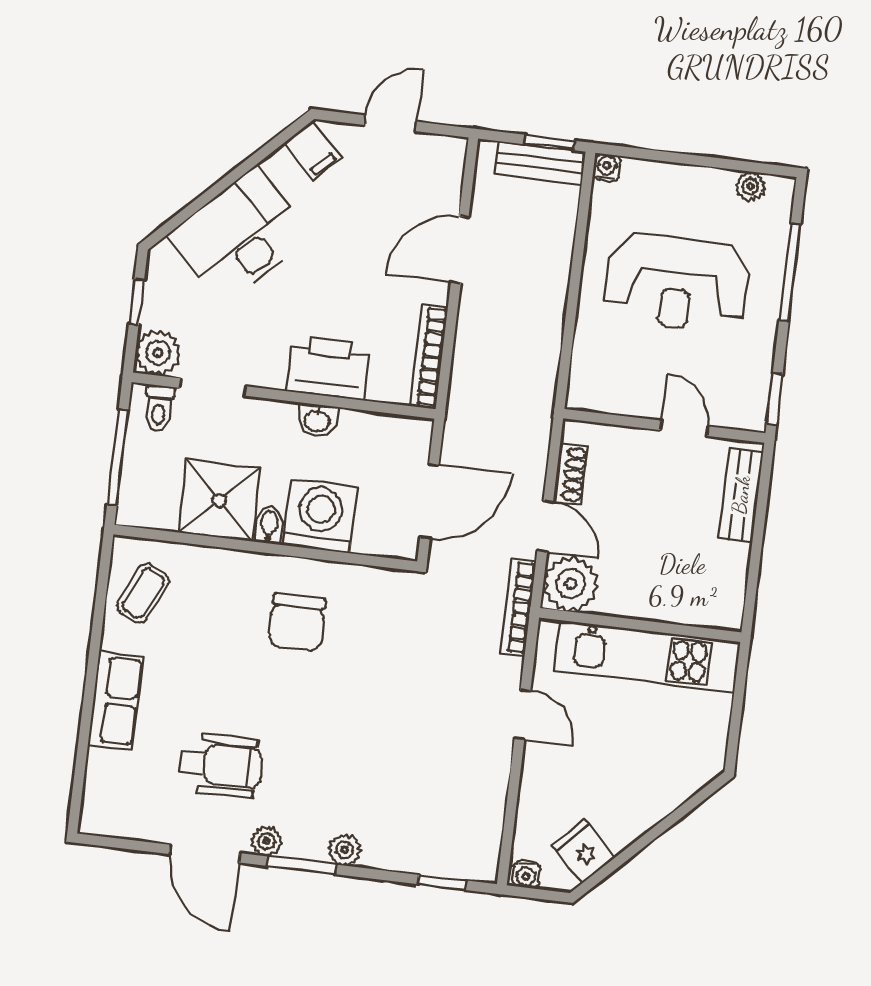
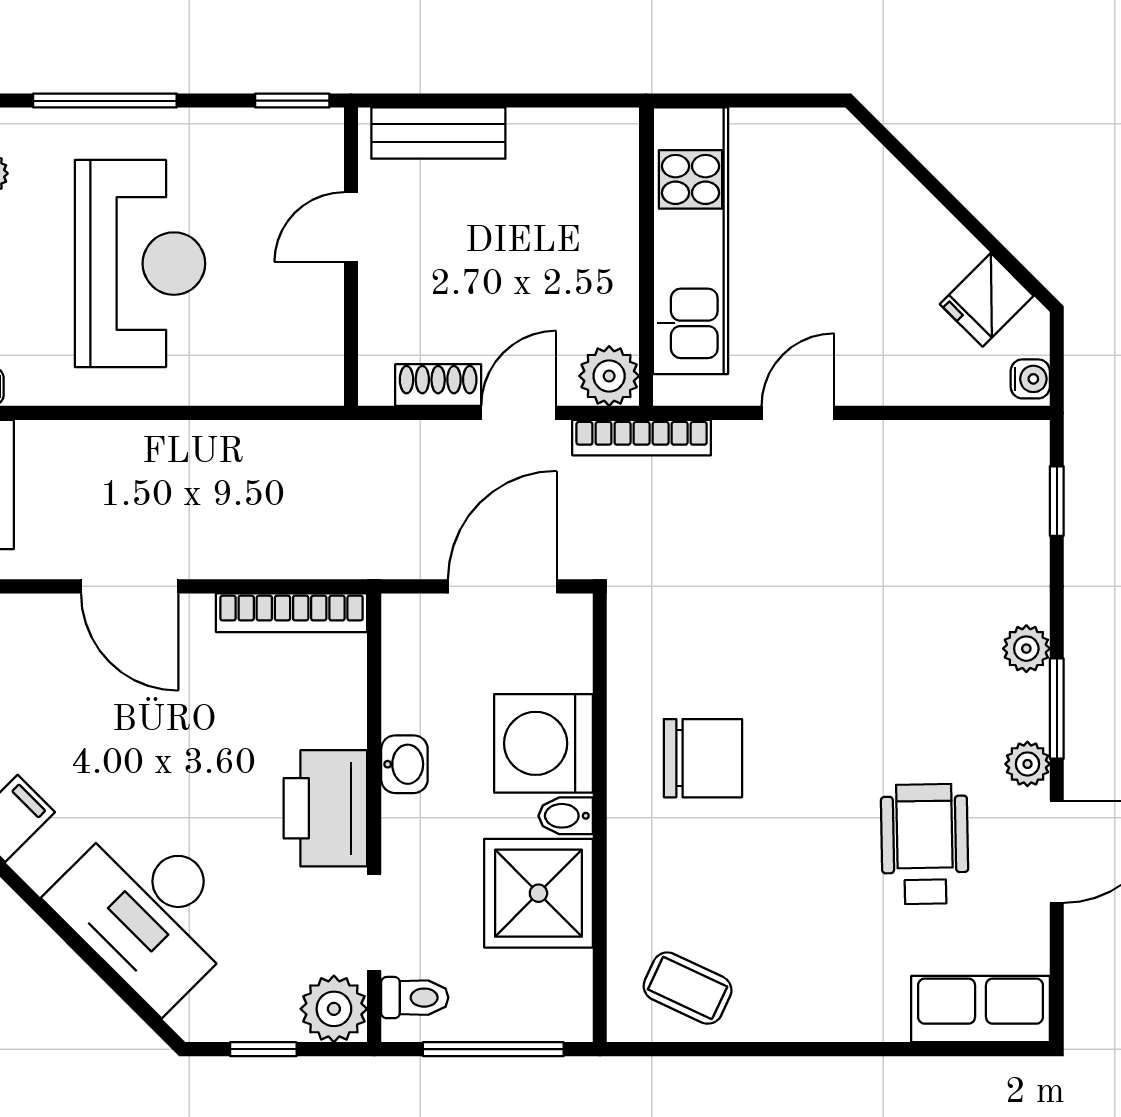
printer: (328, 368) -> (325, 808), moved
door: (429, 501) -> (502, 586), hinge flipped
plant: (571, 584) -> (609, 376), width x0.73, depth x0.73
row of seats: (116, 700) -> (980, 1009), moved

